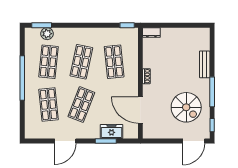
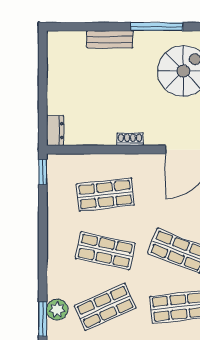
shop shelf: (49, 62) -> (105, 307), turned -30

